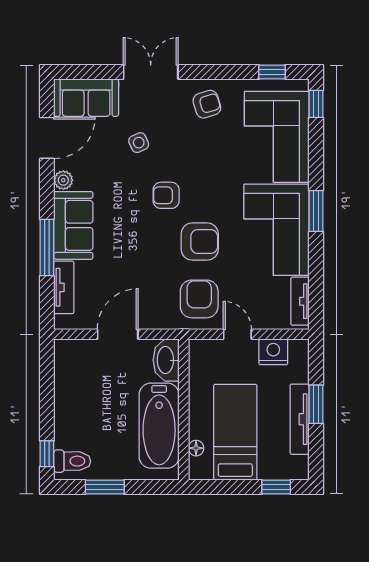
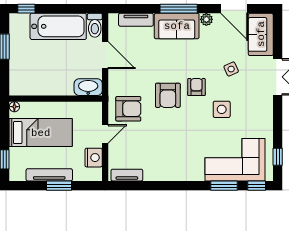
armchair: (207, 104) -> (256, 114), removed
side table: (200, 157) -> (222, 109), added
window: (316, 211) -> (224, 186), moved
corner sofa: (277, 230) -> (174, 160), removed
armchair: (200, 242) -> (168, 95), moved
window: (47, 247) -> (179, 9), moved
bathtub: (159, 426) -> (58, 26), moved, turned 180
floor lamp: (196, 448) -> (14, 107), moved
toilet: (72, 461) -> (95, 25), moved

